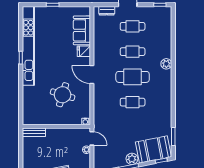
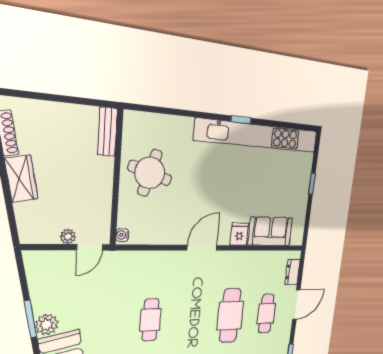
cafe table: (133, 52) -> (230, 316), width x1.37, depth x1.35
cafe table: (133, 77) -> (192, 318), removed
round table: (63, 95) -> (150, 173), moved

